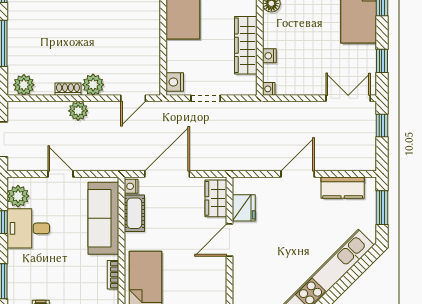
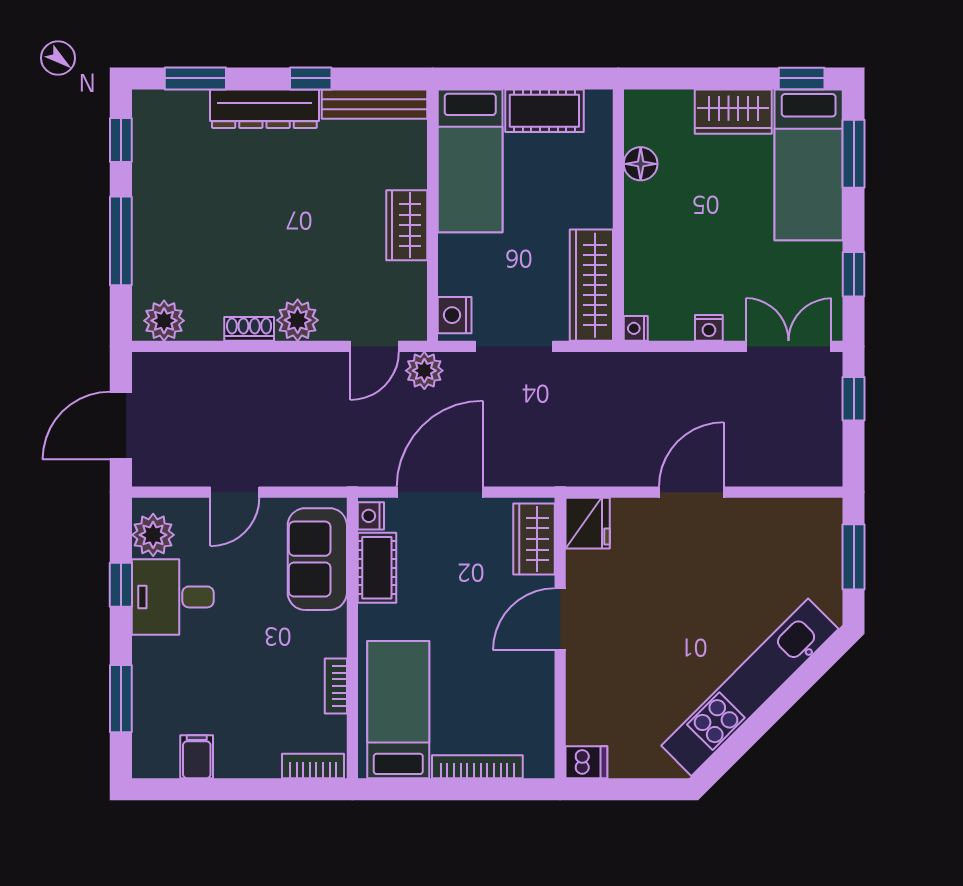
wardrobe: (150, 35) -> (407, 225), added
wardrobe: (246, 45) -> (591, 285), moved
nightstand: (269, 56) -> (709, 328), moved, turned -90
doorway: (206, 98) -> (514, 346), width x1.38
plant: (78, 111) -> (424, 371), moved
door: (61, 174) -> (235, 492), swing flipped
kitchen counter: (343, 188) -> (778, 518), removed
fridge: (244, 208) -> (588, 523), moved
sofa: (103, 218) -> (317, 559), width x0.73

